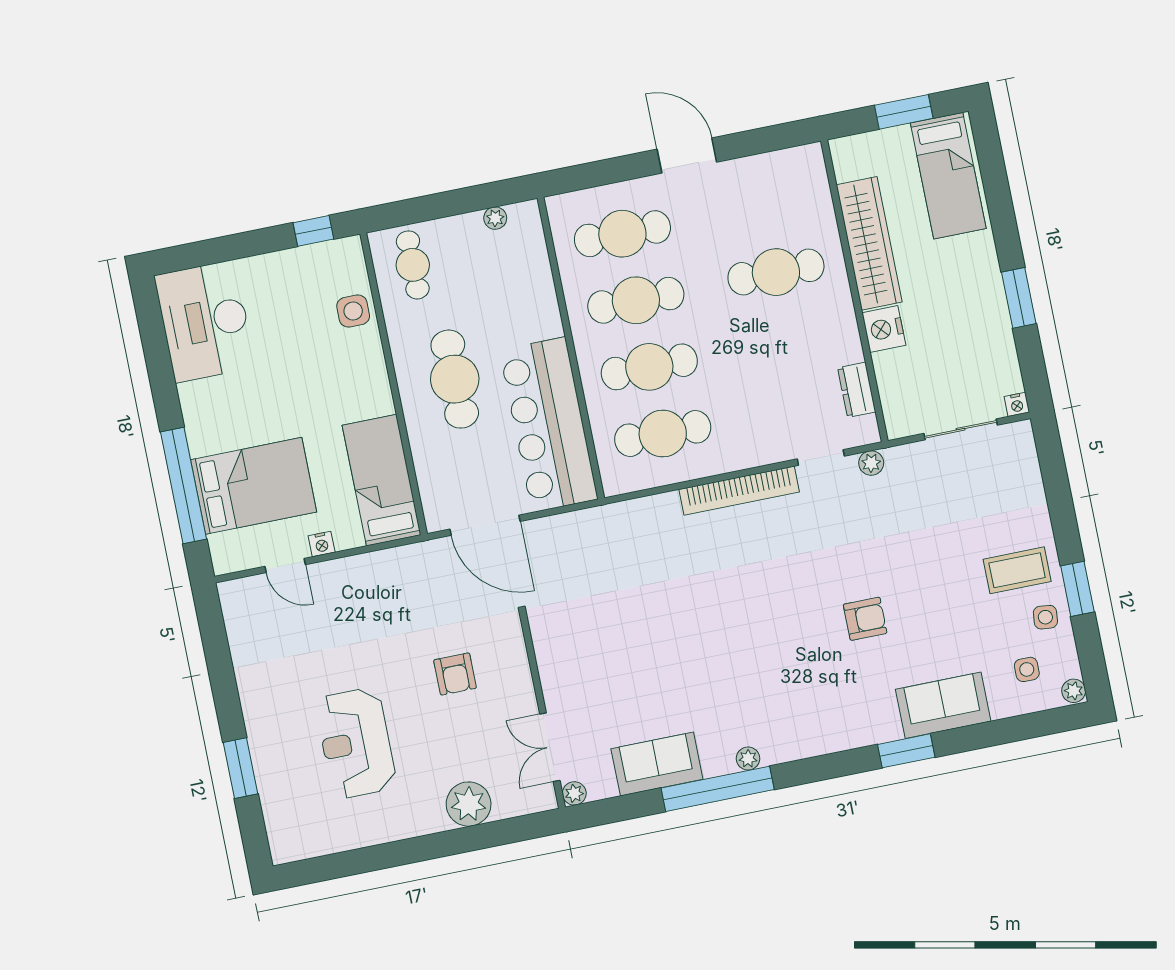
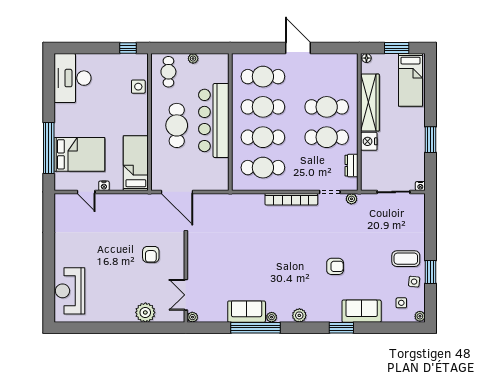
floor lamp: (842, 147) -> (366, 58), added
plant: (495, 218) -> (193, 59), moved
cafe table: (789, 339) -> (327, 137), added
bar counter: (549, 425) -> (214, 120), moved
plant: (808, 742) -> (299, 315), added
reception desk: (356, 743) -> (70, 291), moved
sofa: (657, 764) -> (247, 312), moved
window: (240, 768) -> (49, 277), removed

